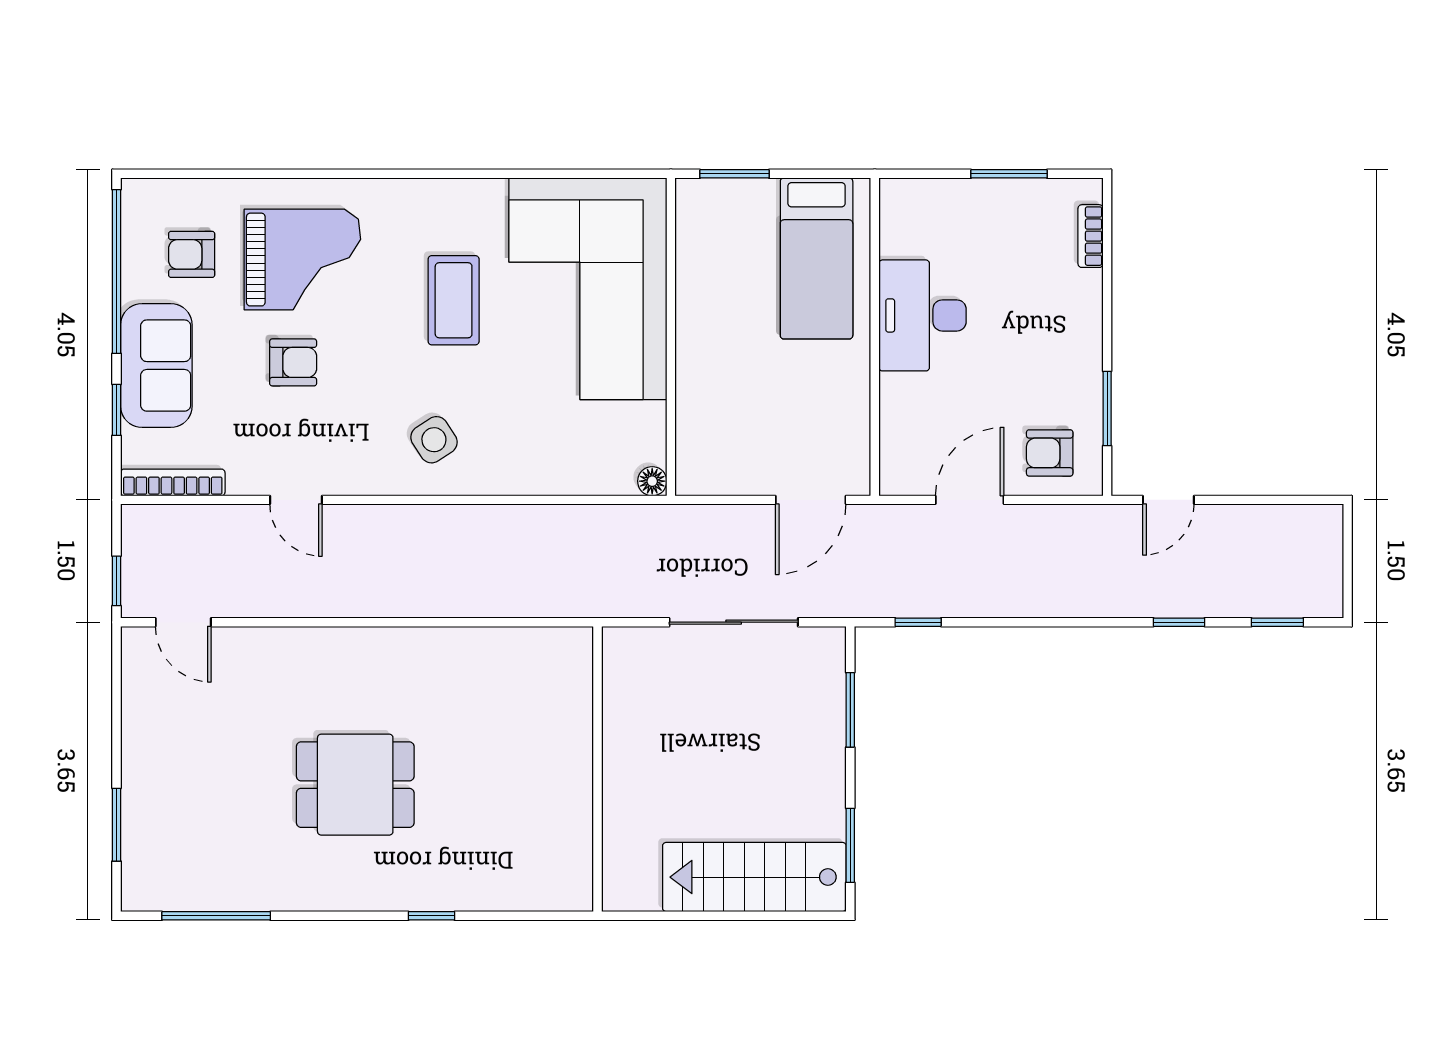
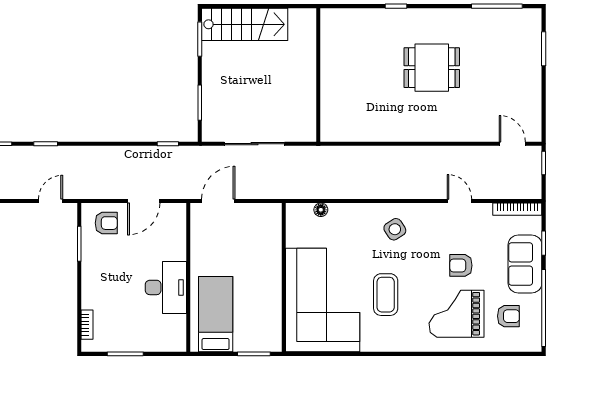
floor lamp: (652, 481) -> (321, 210), moved

